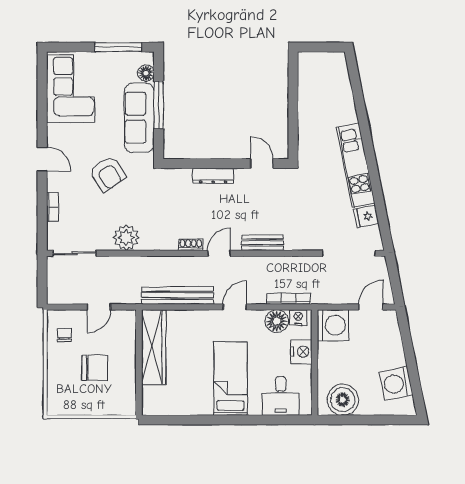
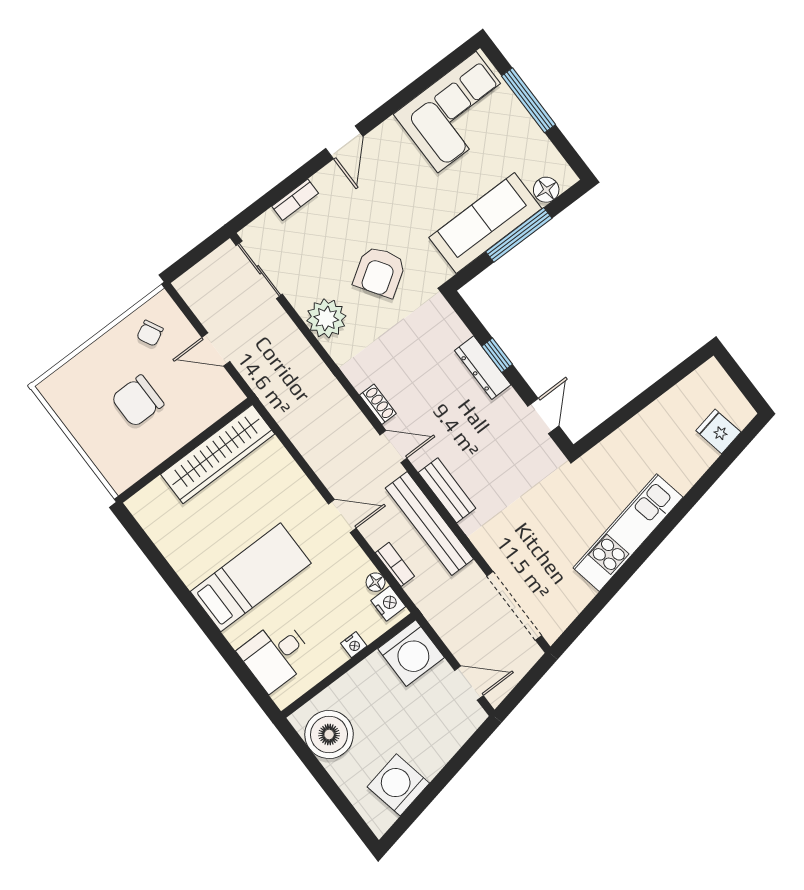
window: (118, 47) -> (529, 100), moved
window: (212, 164) -> (497, 355), added
armchair: (108, 174) -> (380, 272), moved
fridge: (366, 216) -> (718, 431), moved
bench: (177, 295) -> (429, 523), moved
bookcase: (288, 299) -> (395, 564), width x0.64
floor lamp: (277, 321) -> (376, 582), width x0.53, depth x0.53
chair: (64, 335) -> (150, 333), turned 153
nightstand: (301, 352) -> (354, 645), width x0.53, depth x0.56
chair: (95, 368) -> (138, 401), turned 90

